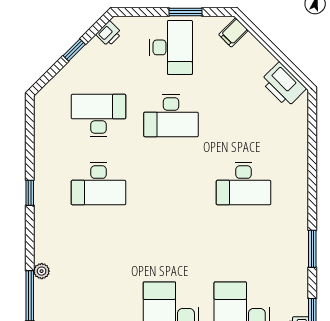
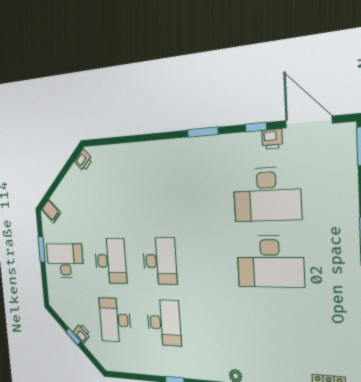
printer: (109, 34) -> (82, 333), moved
printer: (283, 85) -> (83, 160), width x0.53, depth x0.68
desk: (244, 184) -> (160, 261), moved

